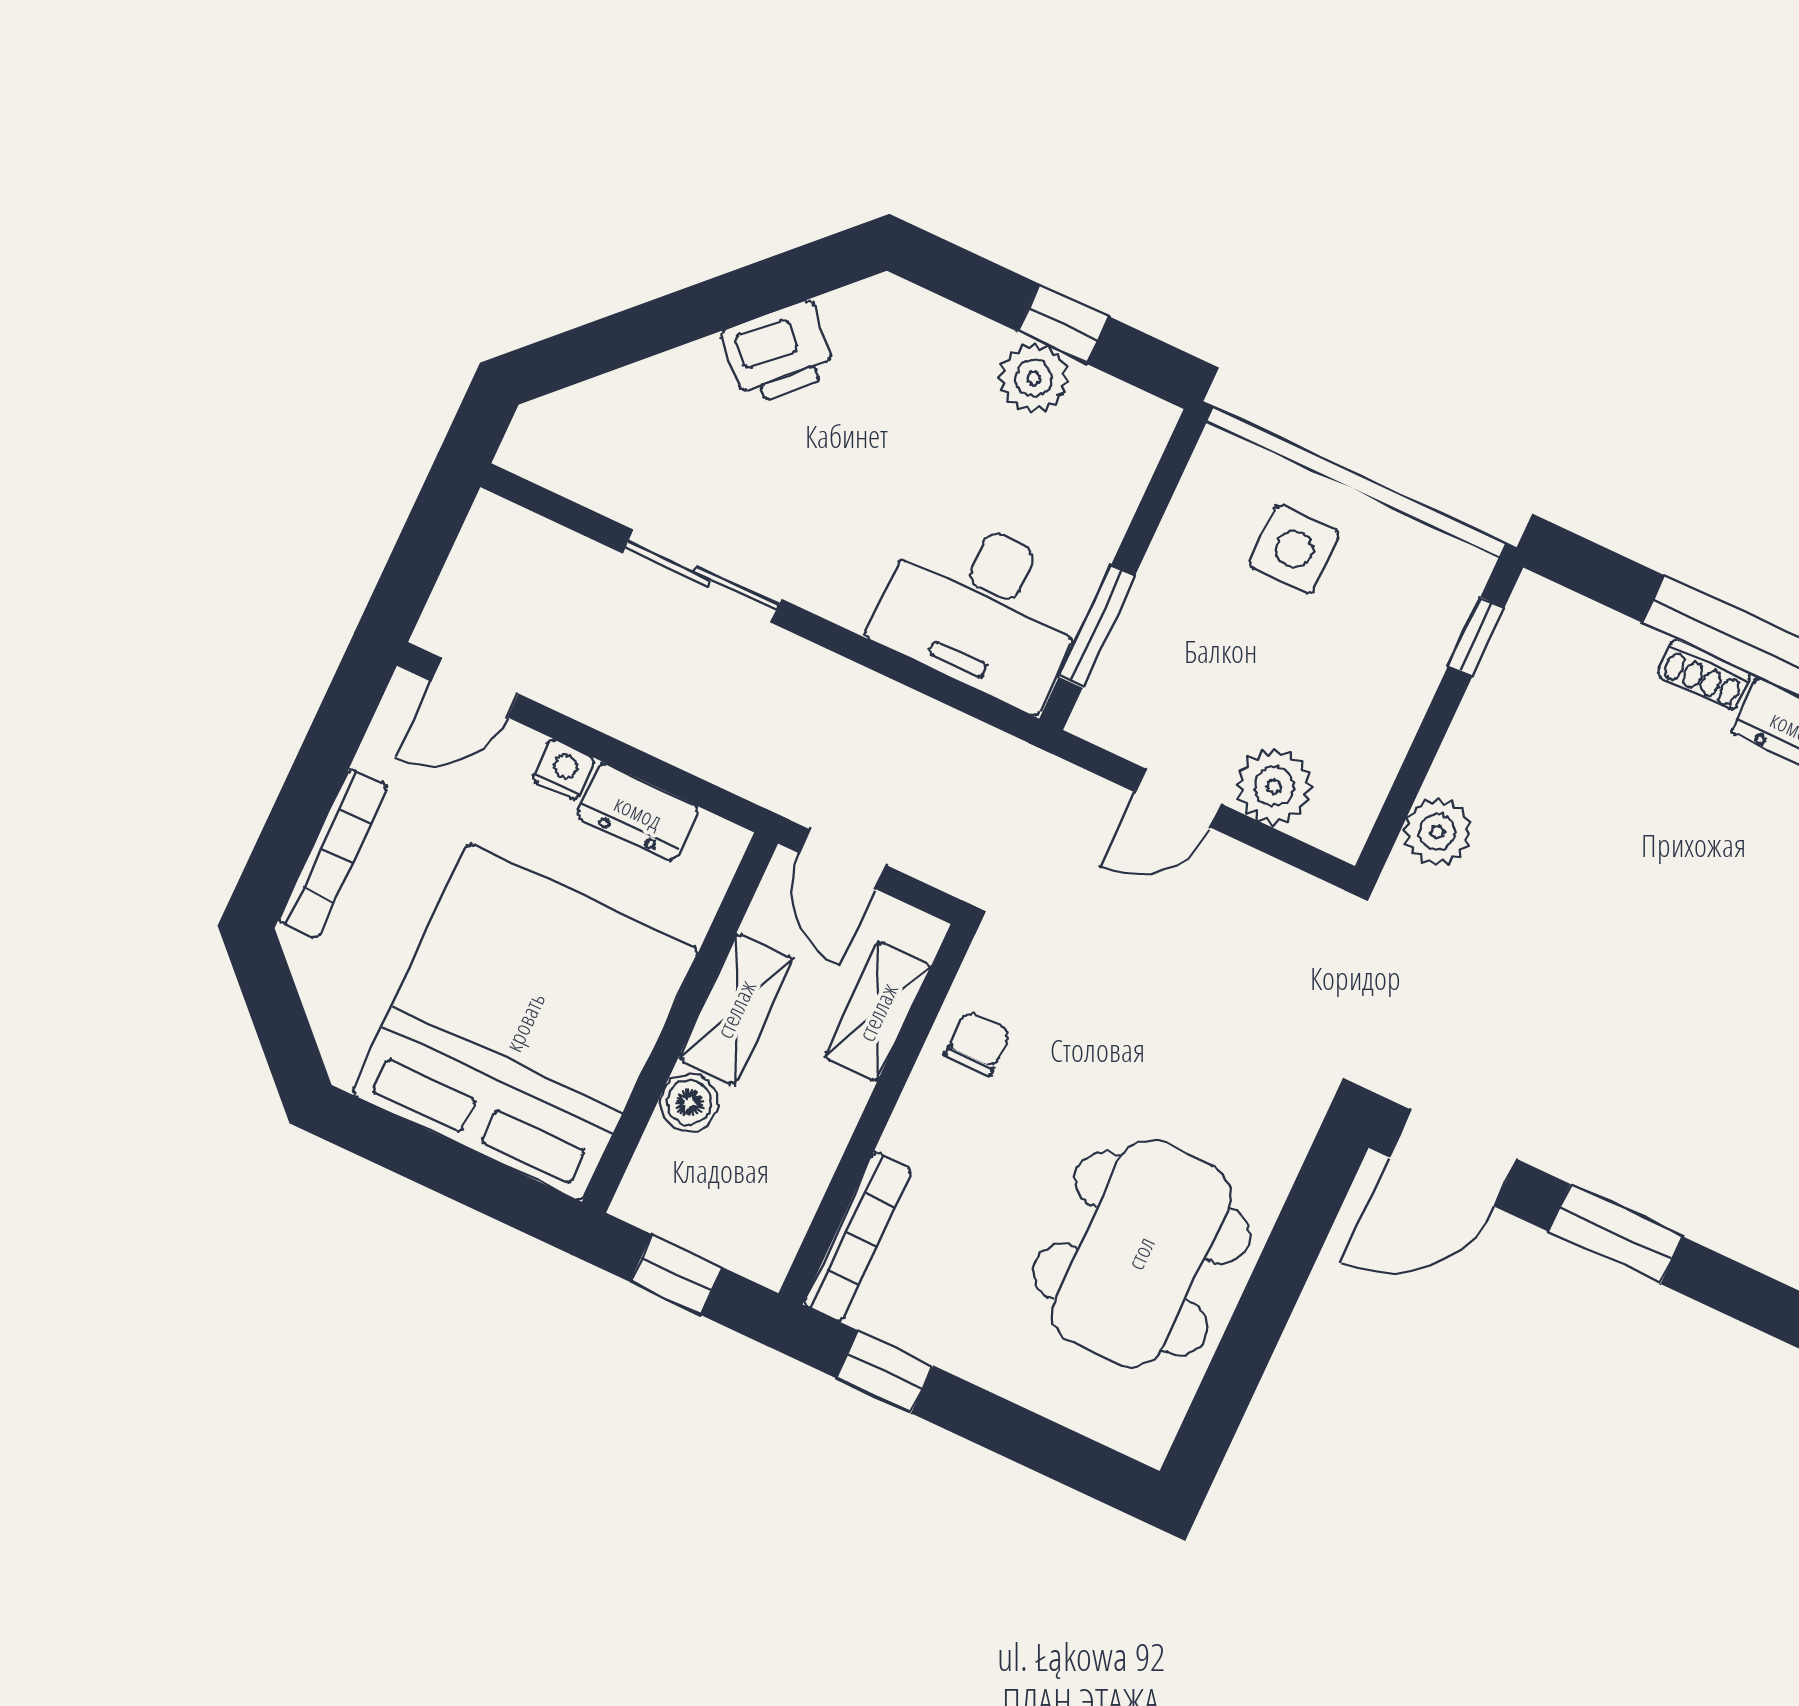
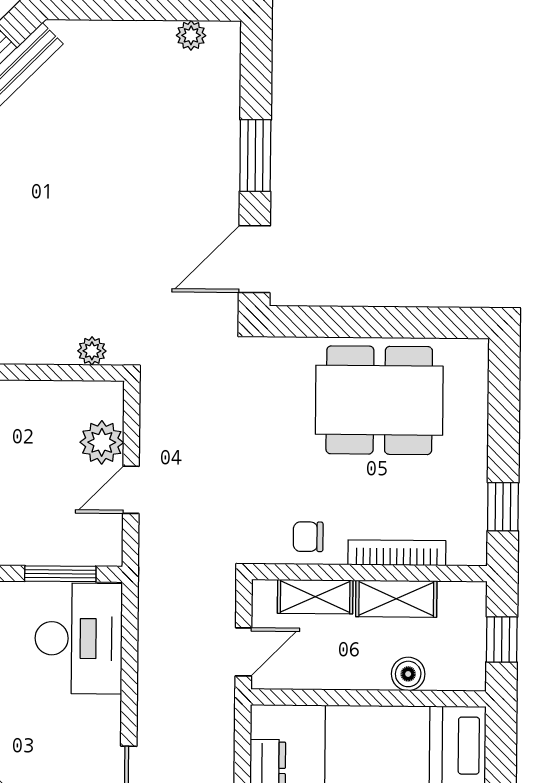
door: (1178, 798) -> (131, 490), swing flipped
plant: (1437, 832) -> (92, 351), width x0.73, depth x0.73
shelving: (736, 1009) -> (396, 599), moved
door: (1453, 1158) -> (254, 259), swing flipped
bookcase: (858, 1237) -> (397, 553), moved

